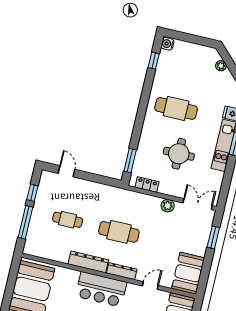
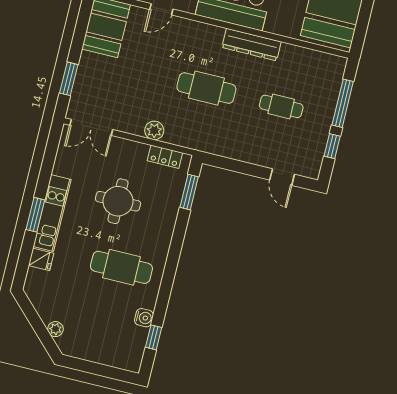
water cooler: (167, 44) -> (144, 318), moved
plant: (168, 206) -> (154, 130), moved
dresser: (122, 271) -> (203, 31), removed

